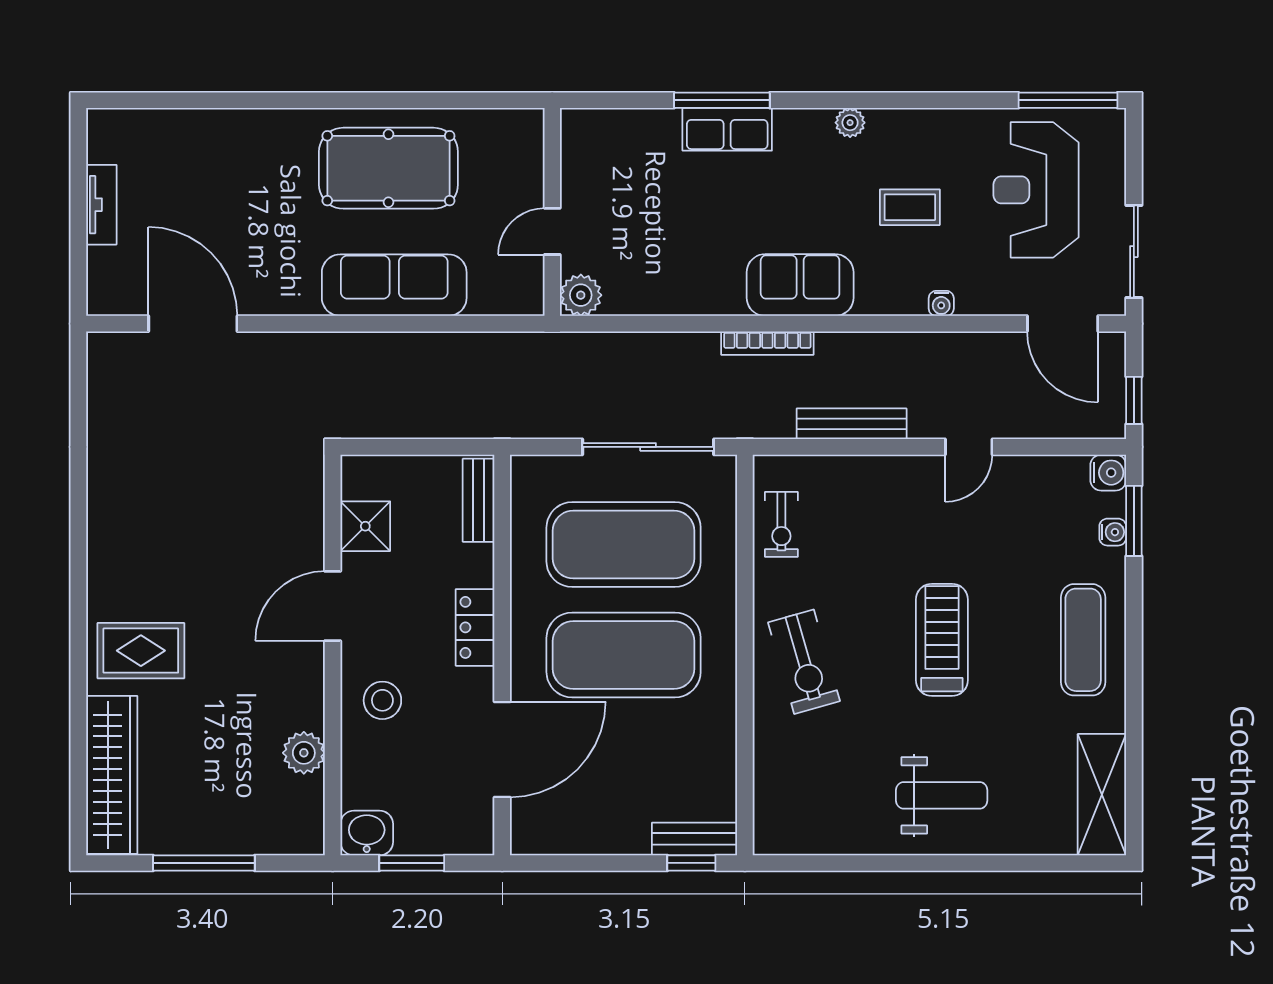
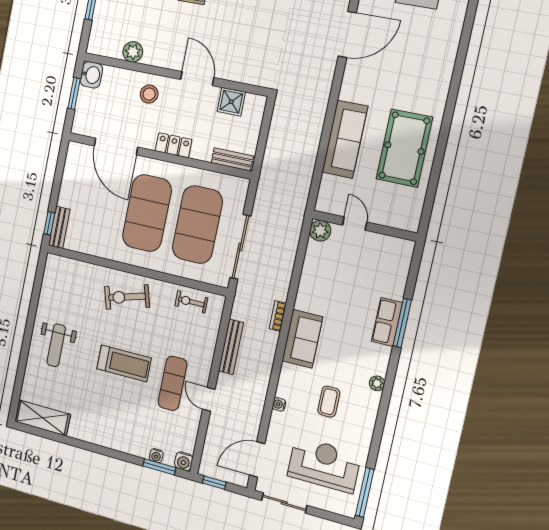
bookcase: (767, 343) -> (278, 316), width x0.64
exercise mat: (1083, 640) -> (173, 383), moved, turned 90

